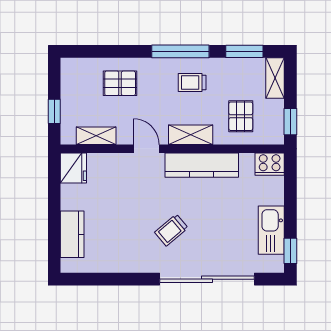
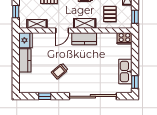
door: (146, 149) -> (62, 30), swing flipped
kitchen counter: (202, 165) -> (84, 39), width x0.67
trolley: (171, 230) -> (60, 71), moved
kitchen counter: (72, 234) -> (25, 60), moved
window: (112, 279) -> (45, 96), added

